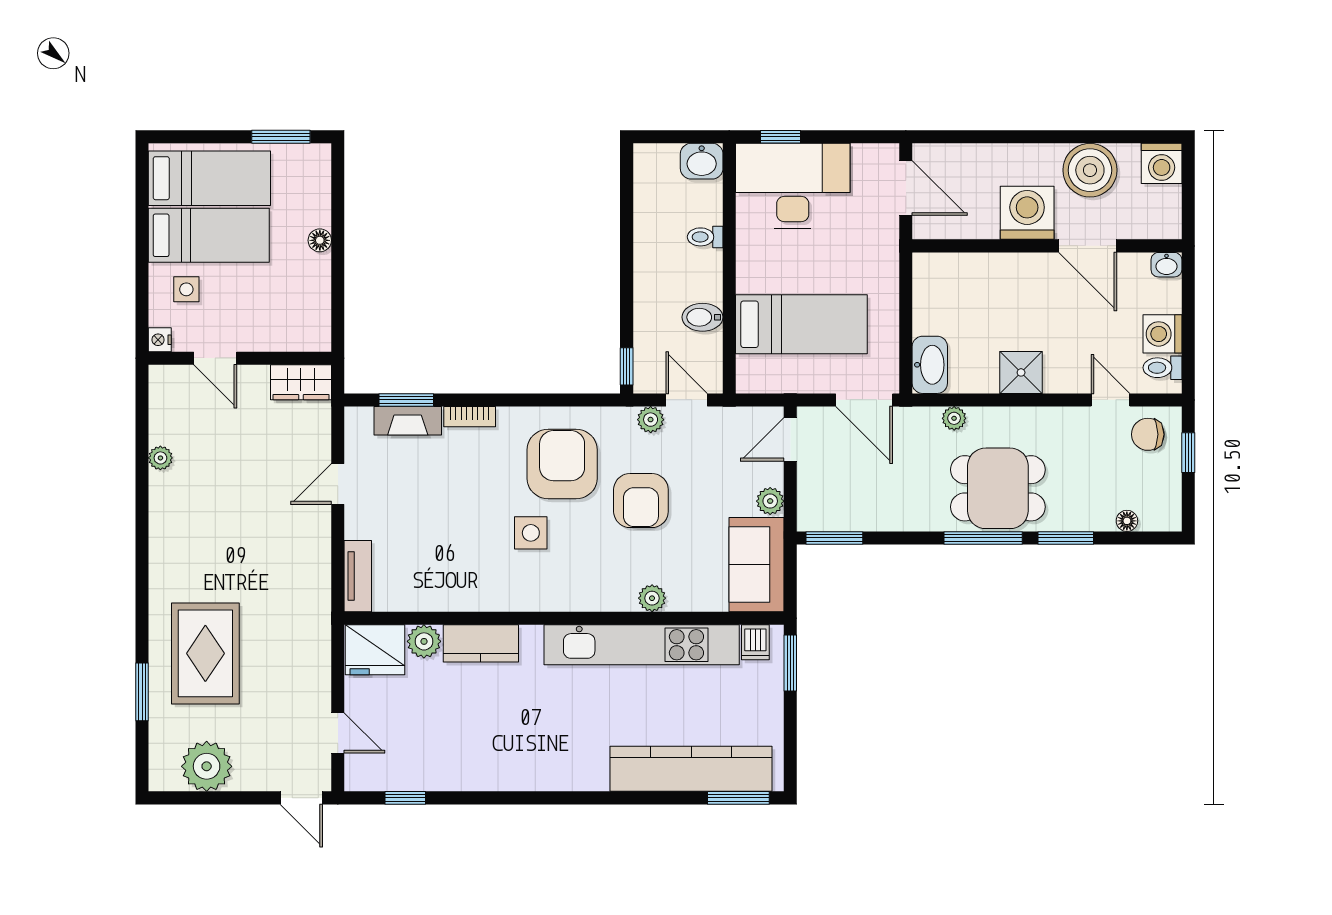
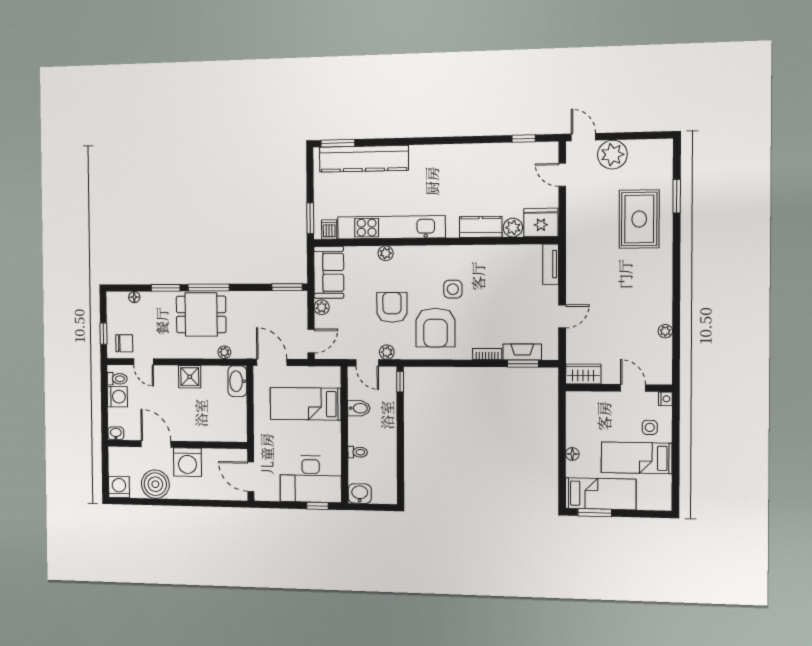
bed: (209, 178) -> (601, 494), moved, turned 180
plant: (207, 766) -> (612, 155), moved

